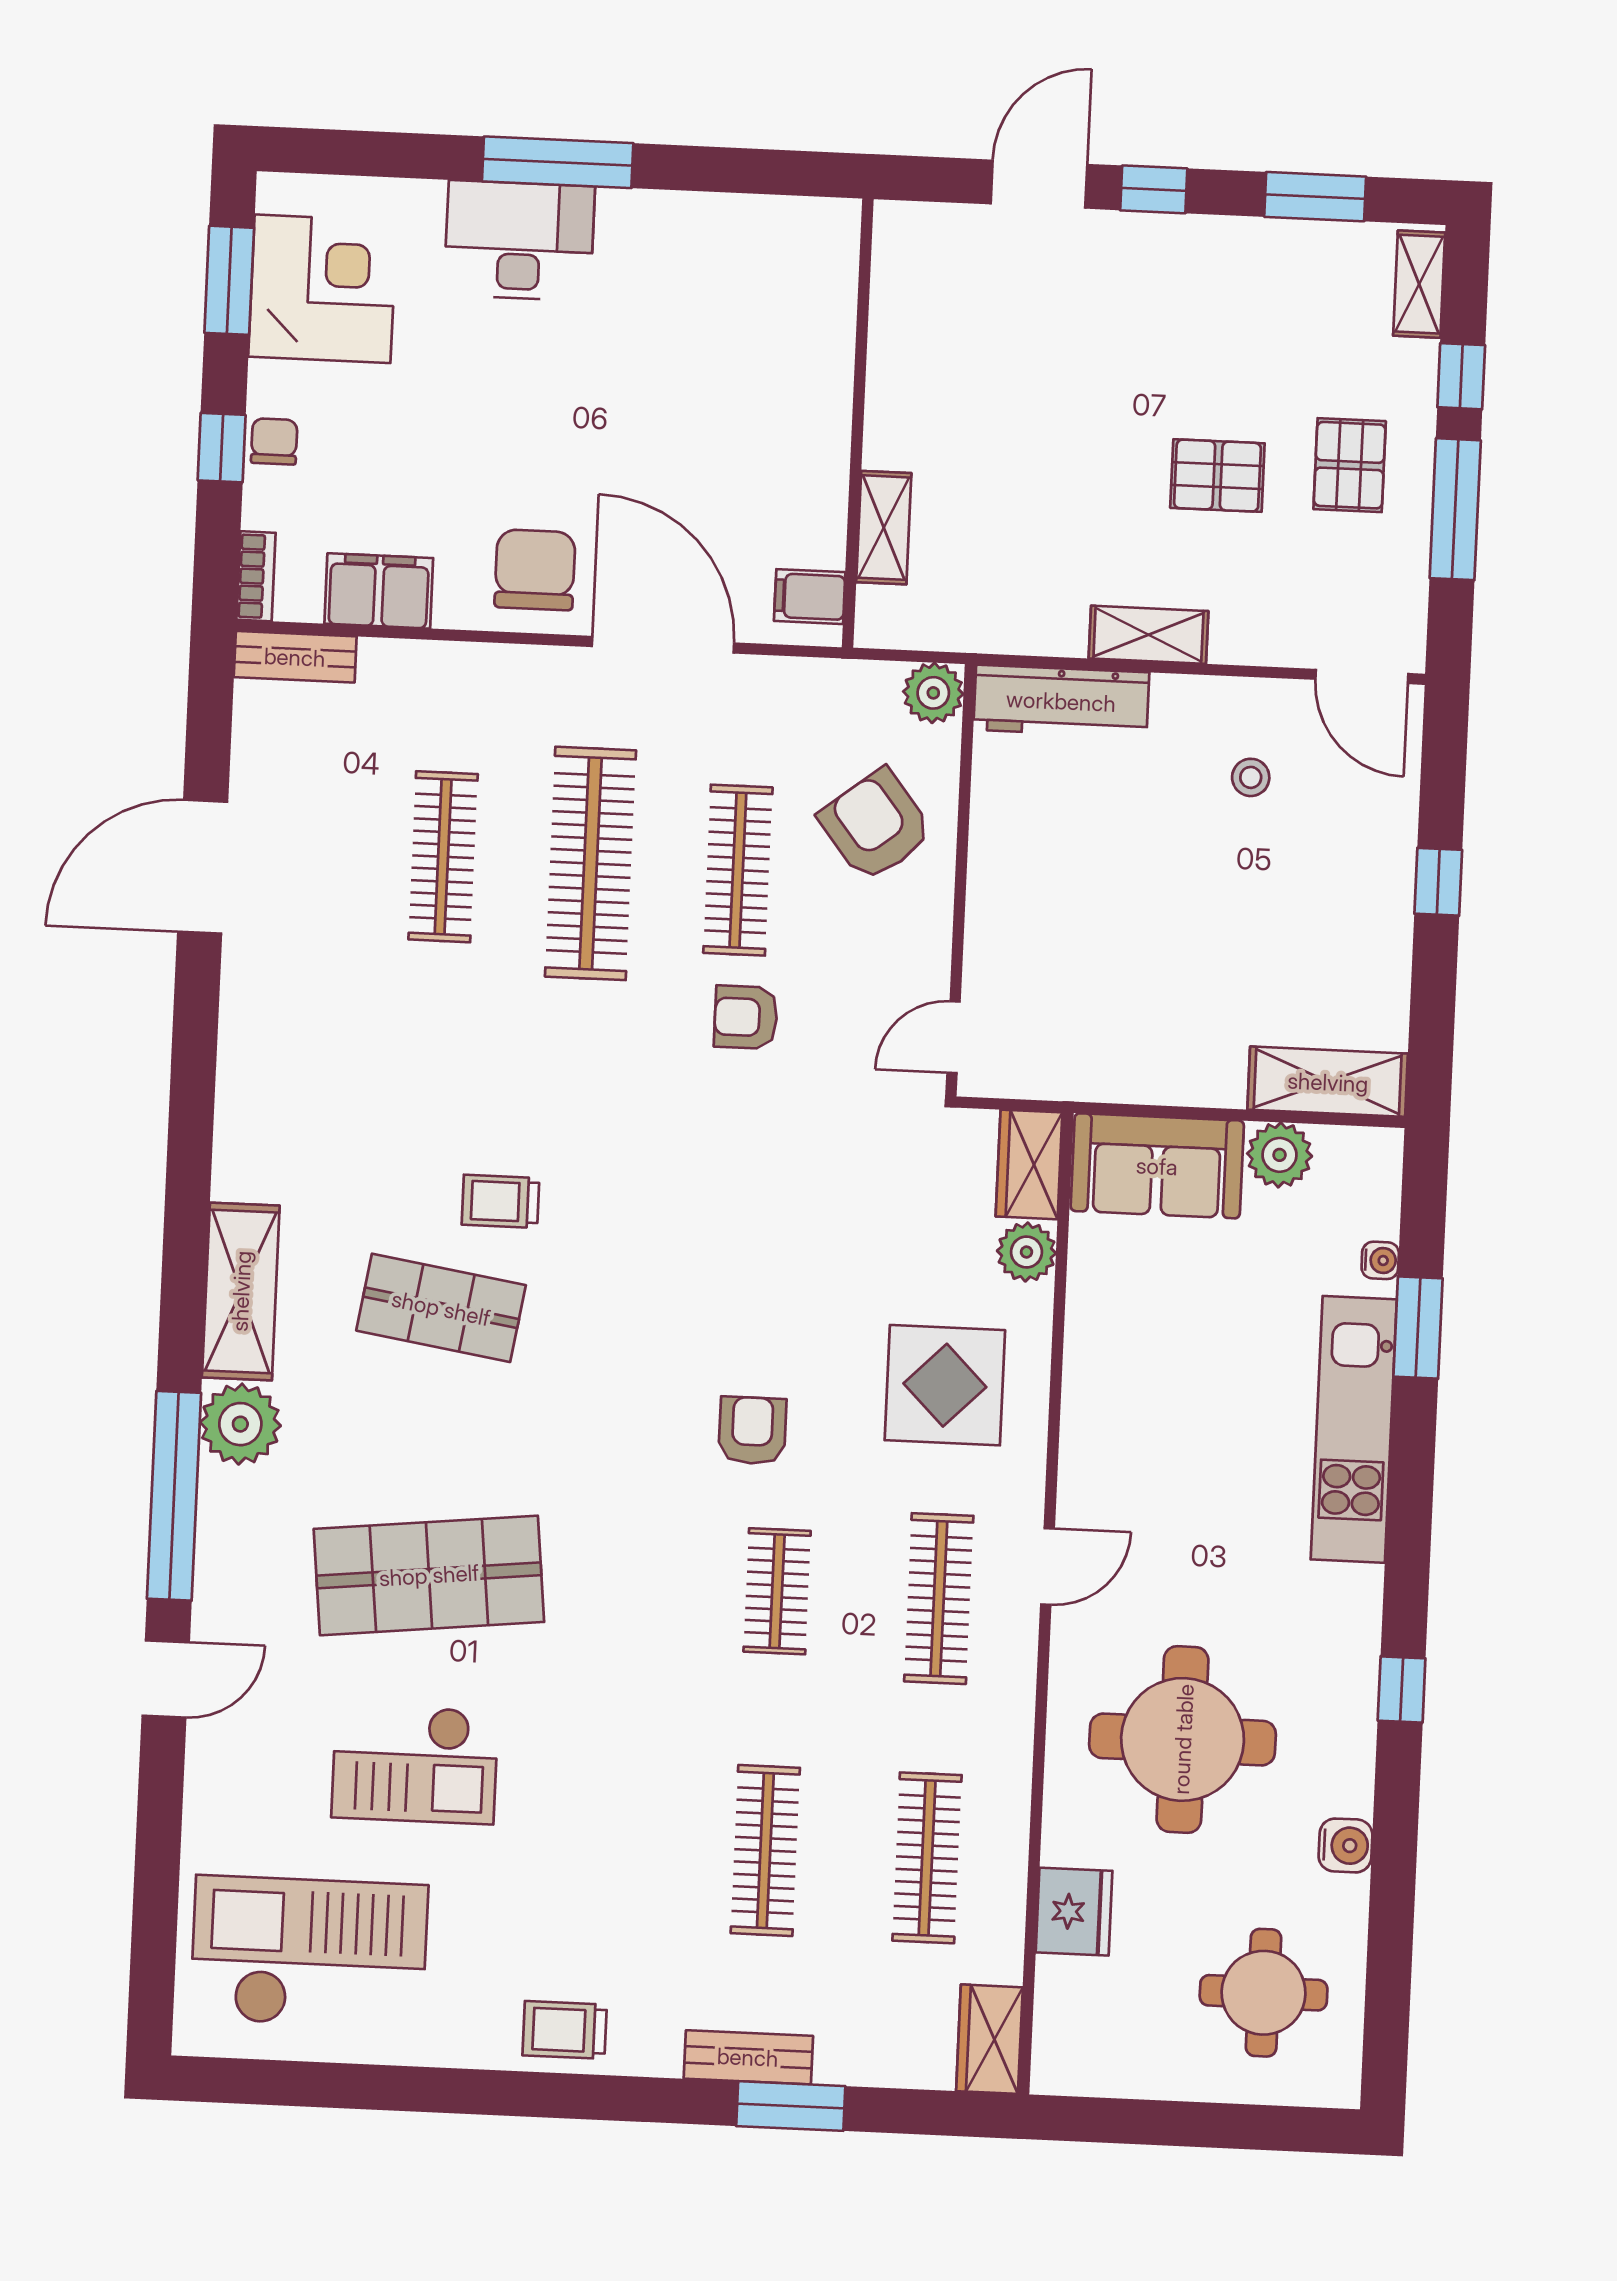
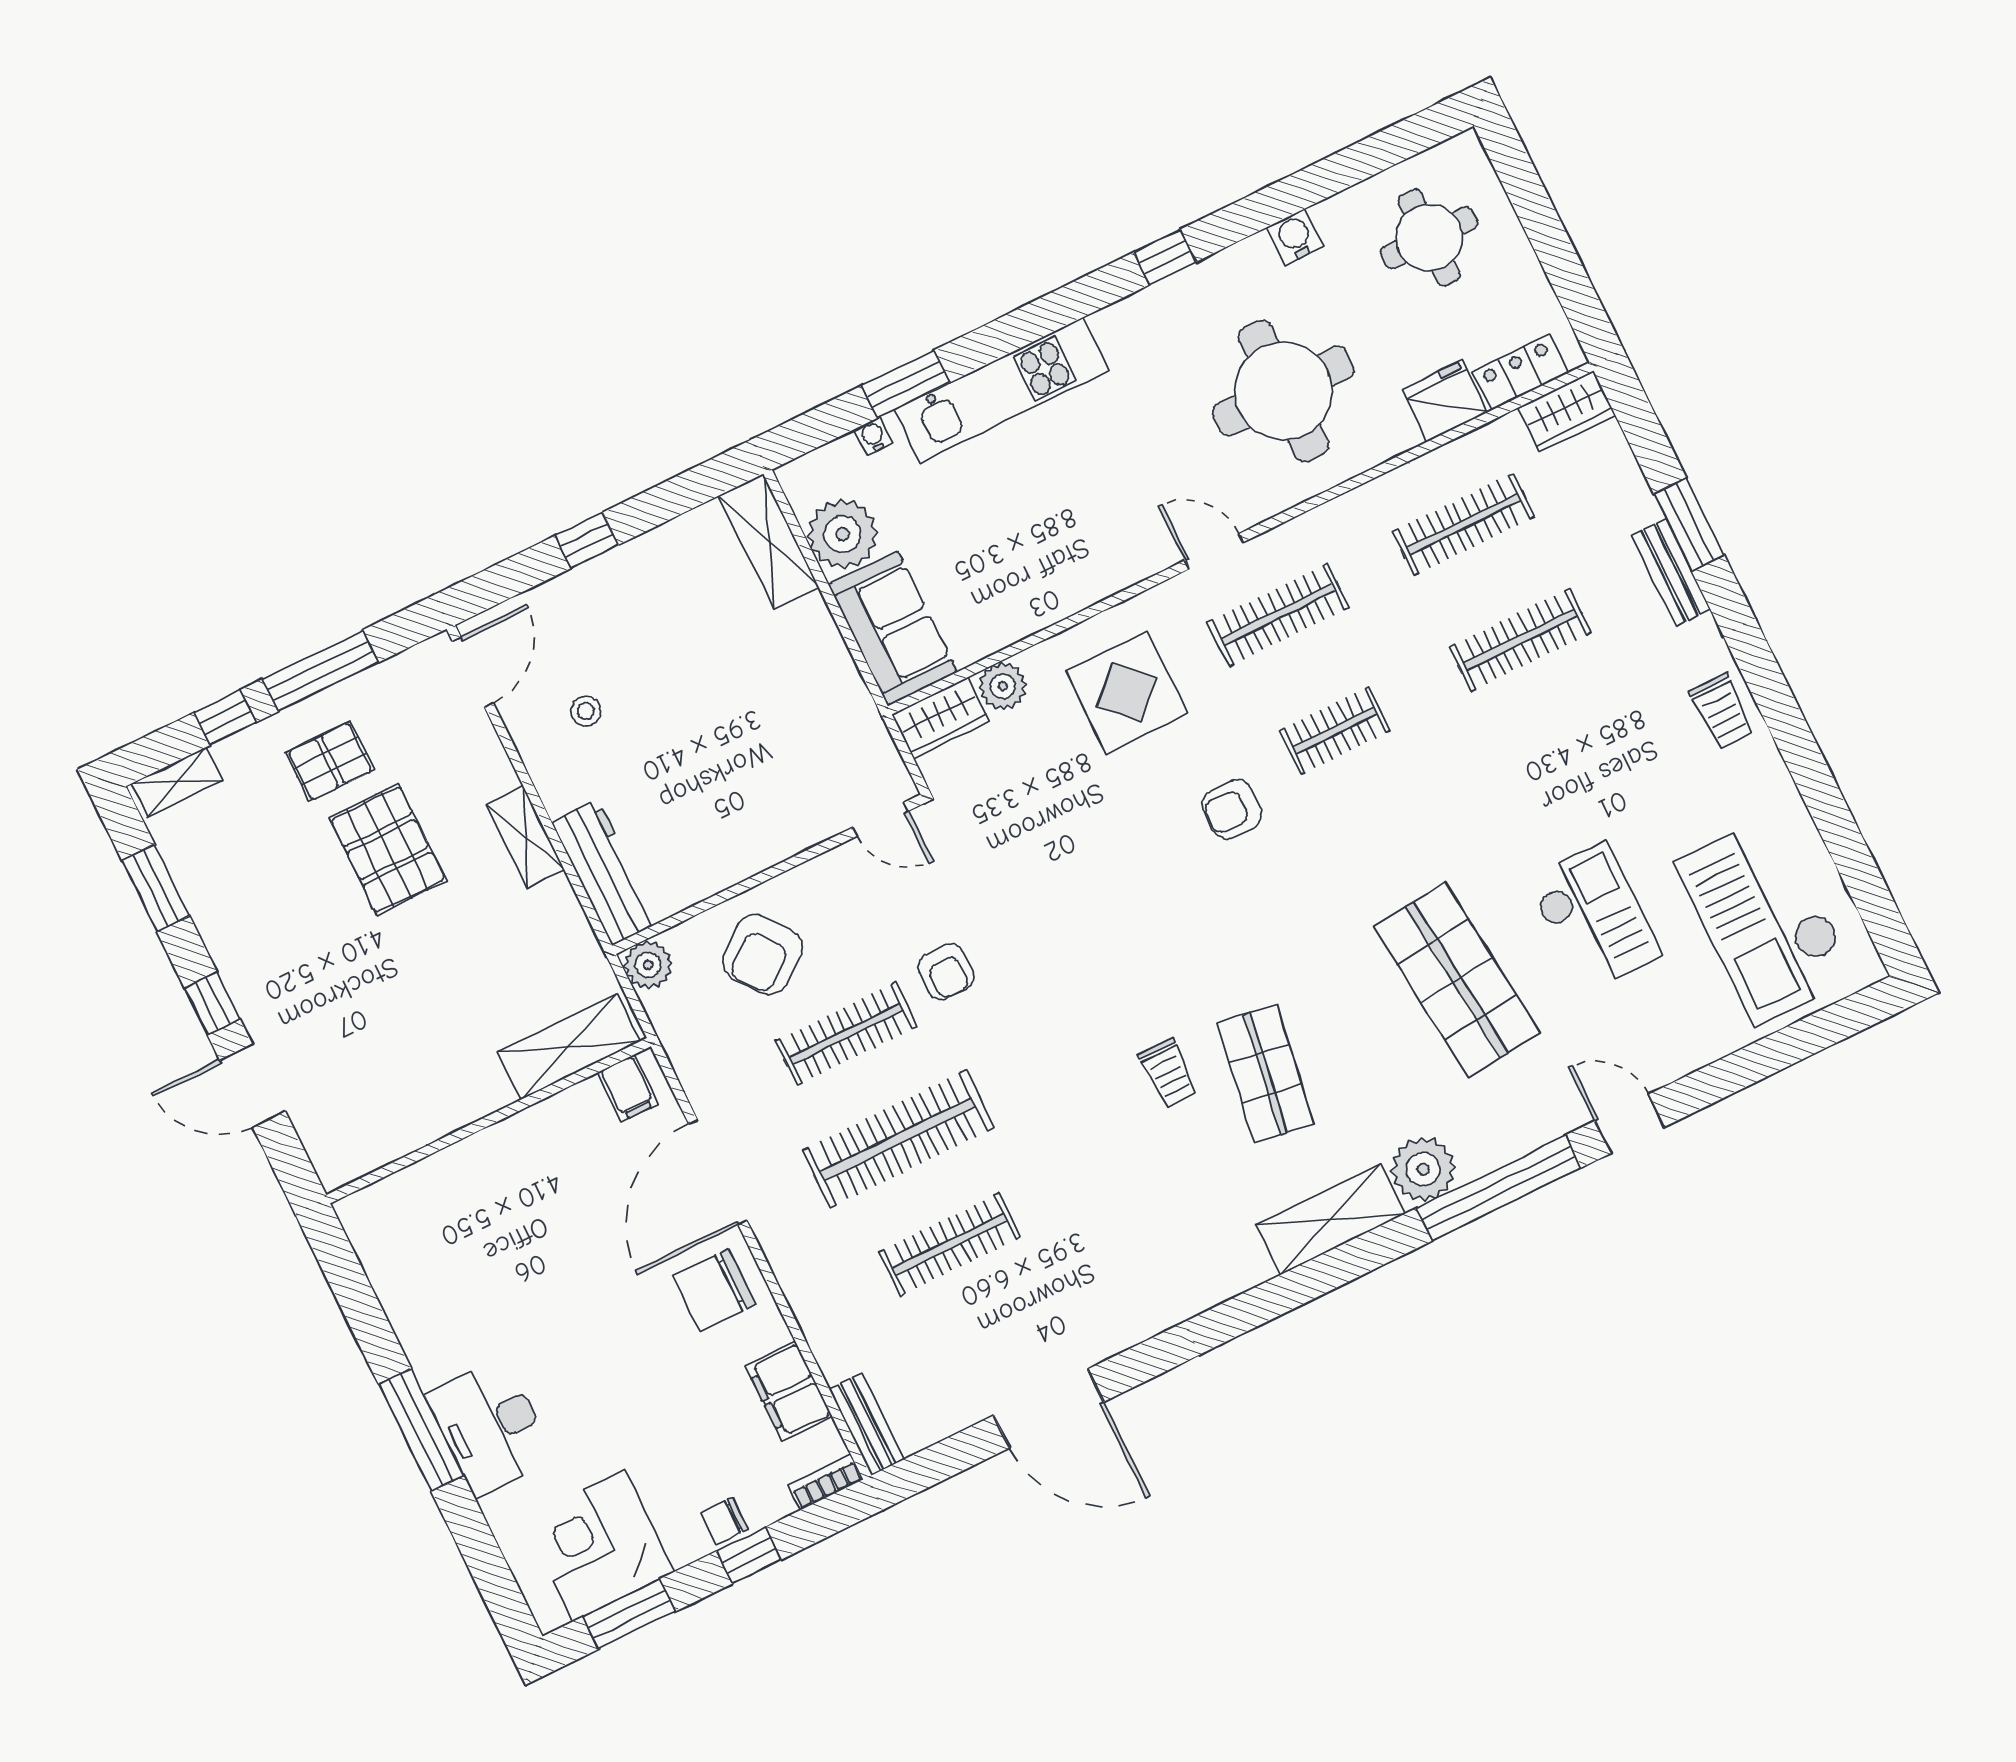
pallet: (1217, 476) -> (388, 850), width x1.50, depth x1.42
shelving: (884, 528) -> (569, 1047), width x1.50, depth x1.33
plant: (1280, 1155) -> (843, 534), width x1.36, depth x1.36
locker: (1060, 2012) -> (1520, 372), added

